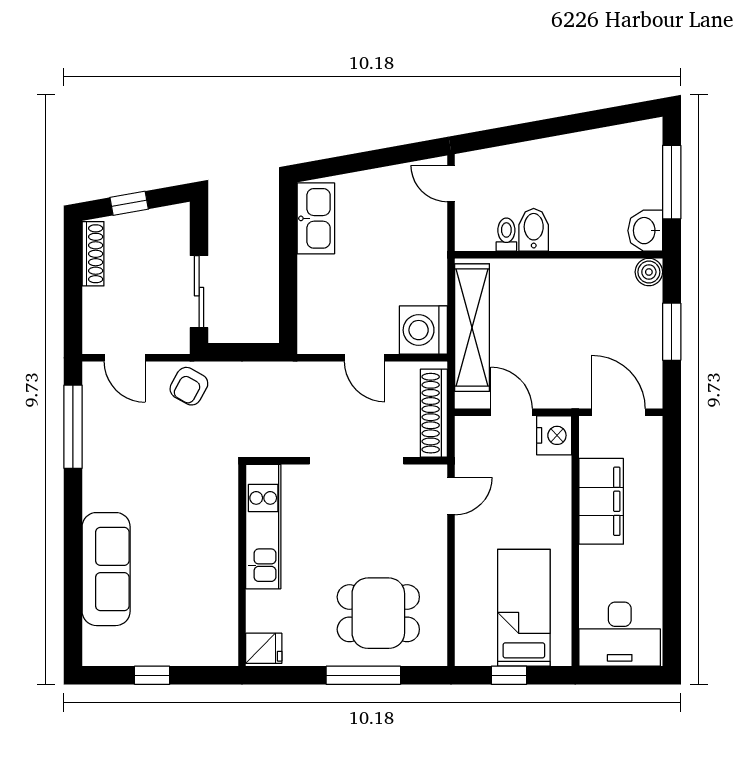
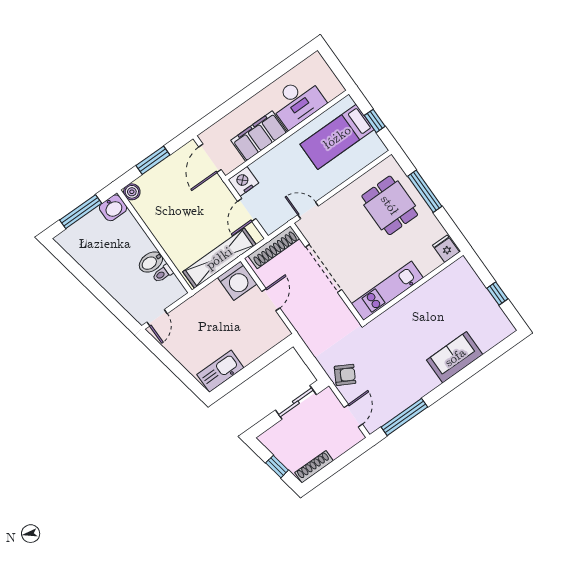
sofa: (106, 569) -> (455, 357), width x0.73
desk: (620, 634) -> (297, 102), moved, turned 90

